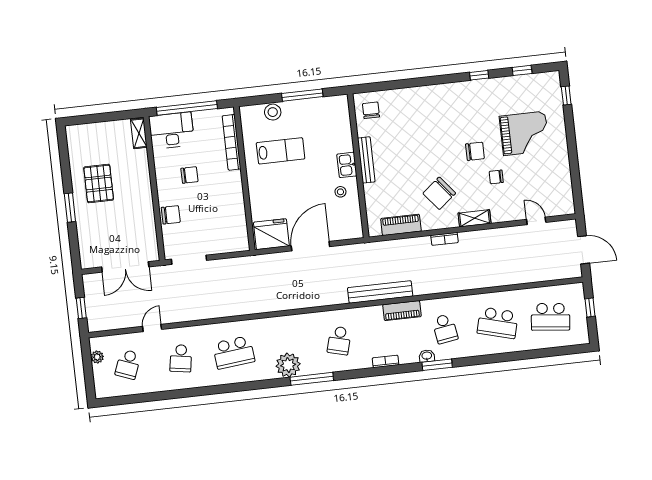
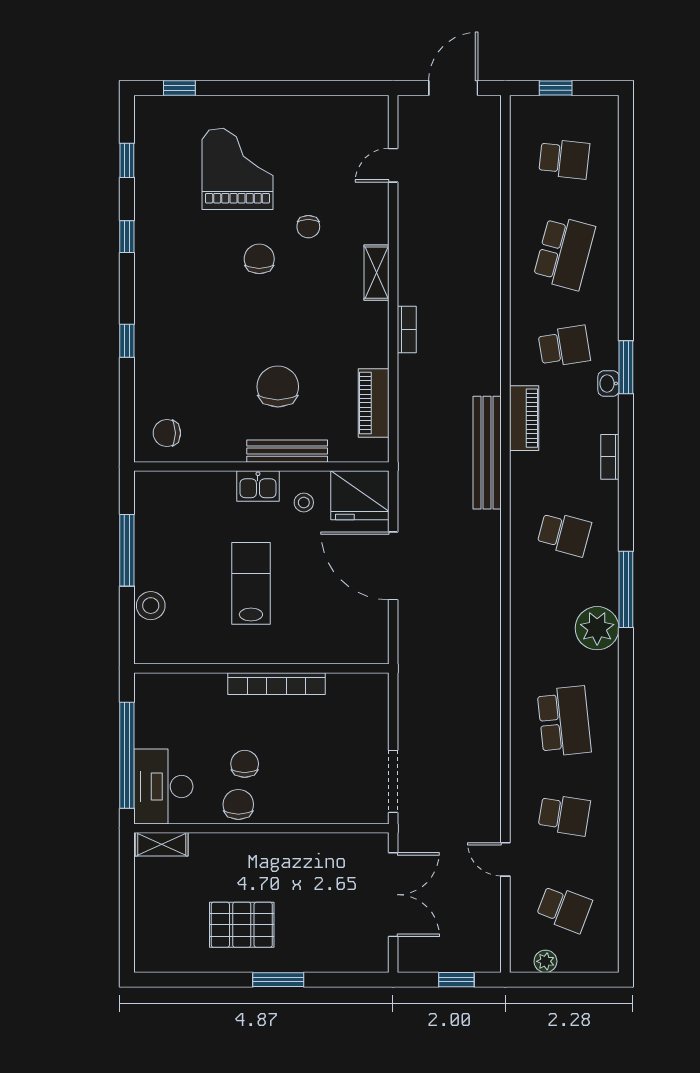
window: (420, 82) -> (127, 341), added
bookcase: (232, 142) -> (277, 684), moved
lab bench: (281, 151) -> (251, 583), moved
bench: (366, 160) -> (287, 451), moved
chair: (439, 193) -> (278, 387), moved, turned -141
chair: (171, 215) -> (238, 804), moved
fridge: (271, 234) -> (360, 495), moved, turned -90
school desk: (551, 317) -> (564, 159), width x0.54

